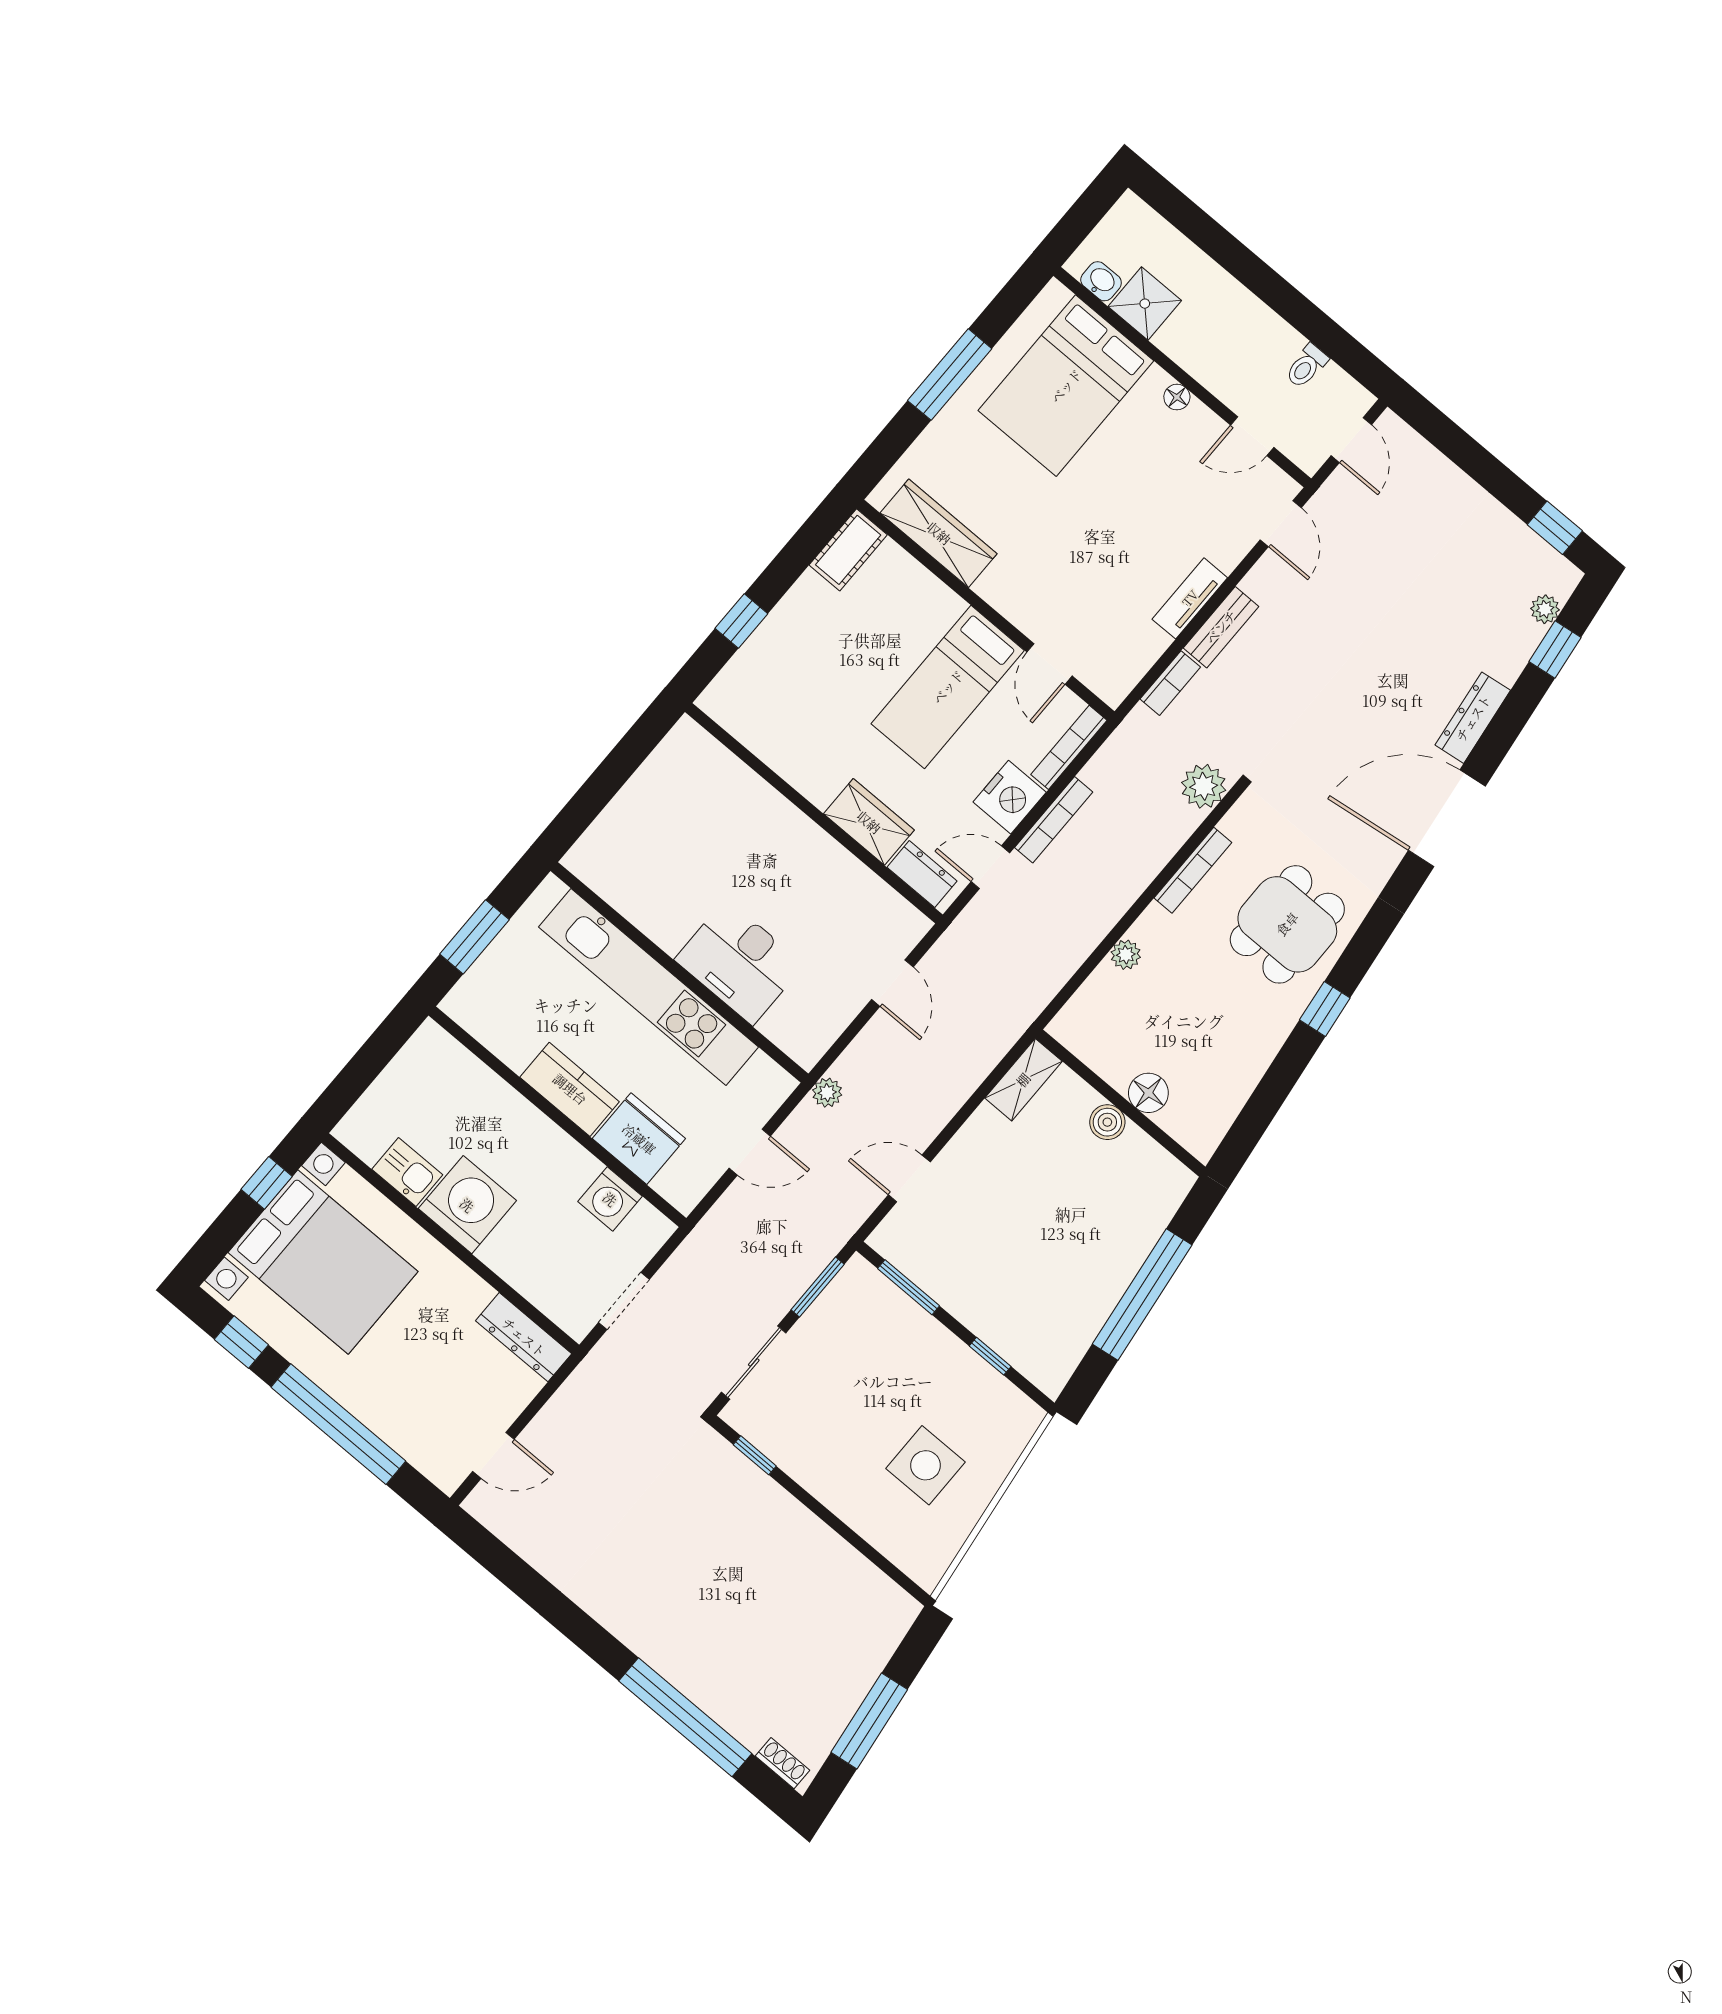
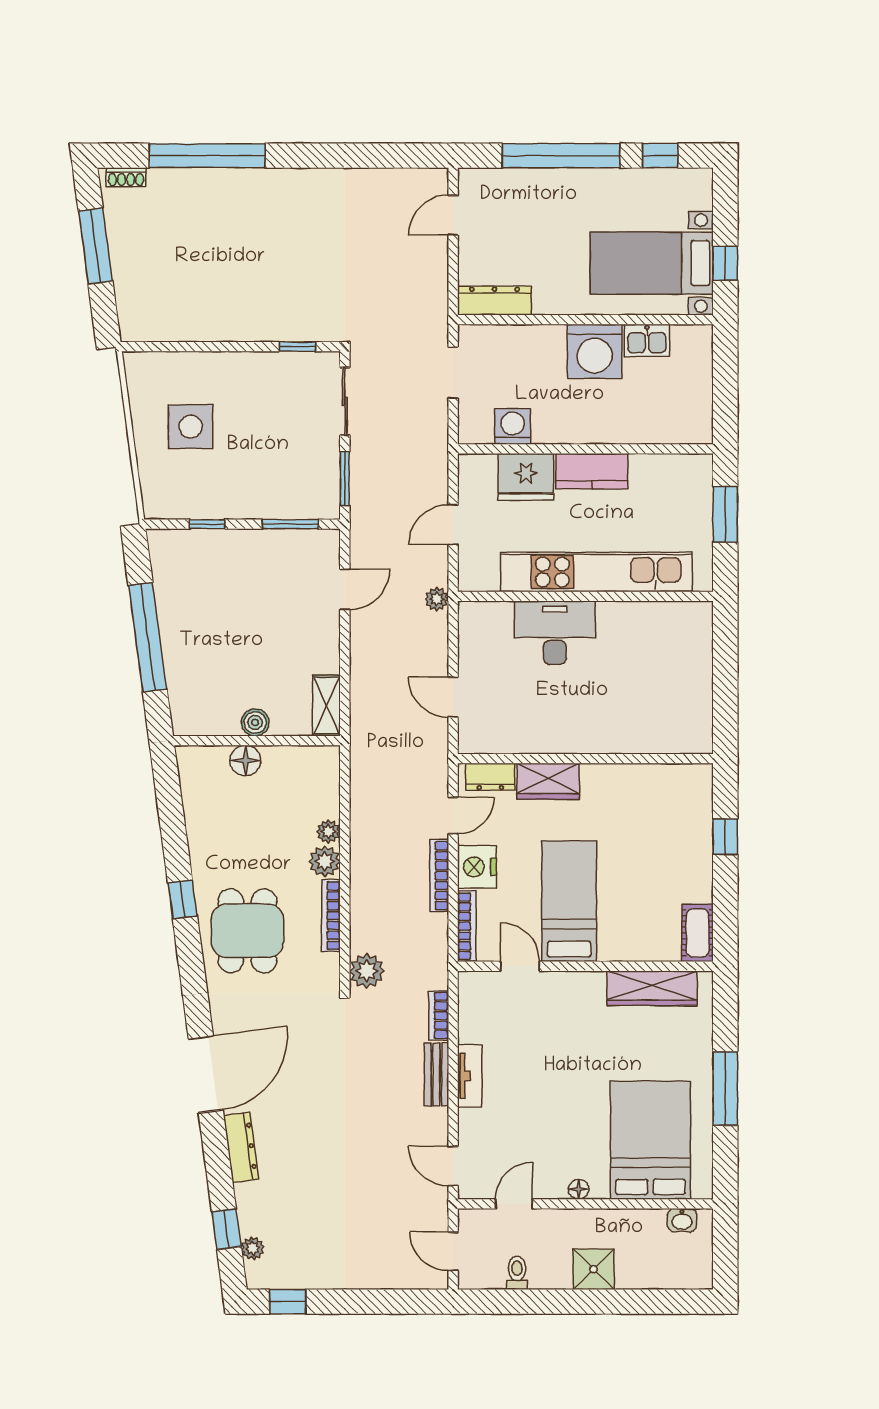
shower: (1145, 304) -> (594, 1269), moved
plant: (1154, 929) -> (325, 861), added
bed with nightstands: (323, 1262) -> (652, 263), width x0.73

